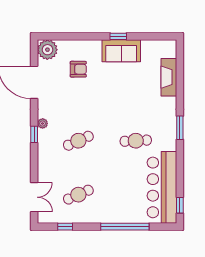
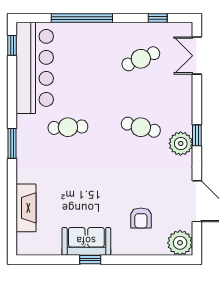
armchair: (78, 69) -> (141, 218), turned -90
plant: (43, 123) -> (181, 143), width x1.88, depth x1.88
cafe table: (78, 141) -> (141, 127), turned 39

